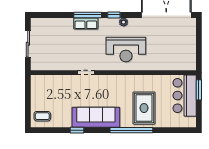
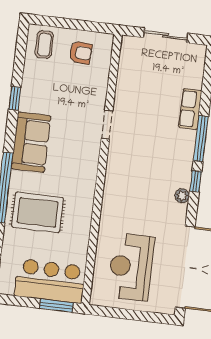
row of seats: (86, 23) -> (190, 109), moved
reception desk: (126, 50) -> (131, 267), moved
armchair: (45, 94) -> (81, 53), added
sofa: (96, 117) -> (31, 142), width x0.73

